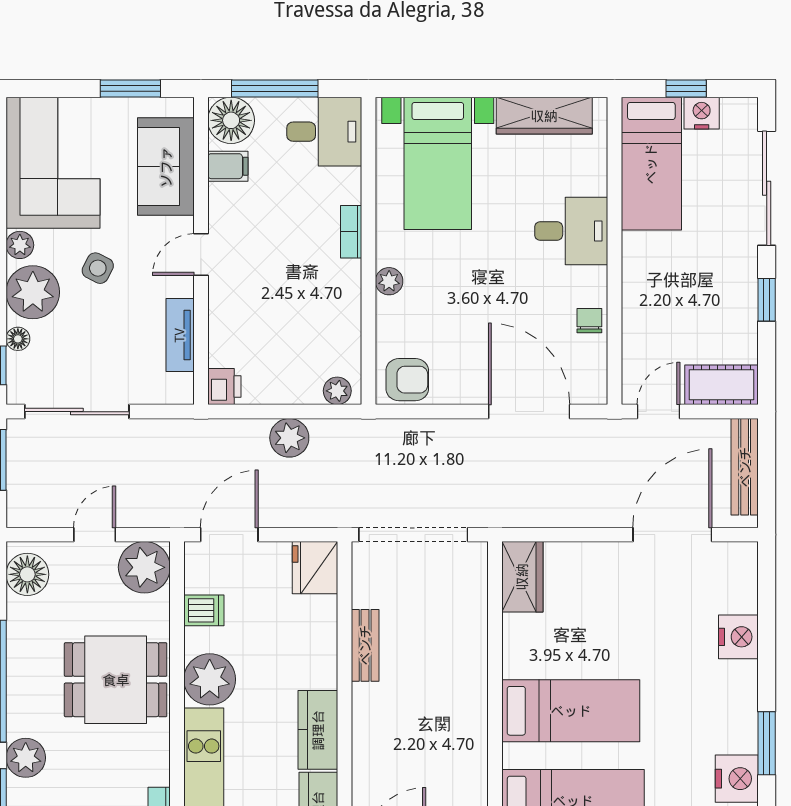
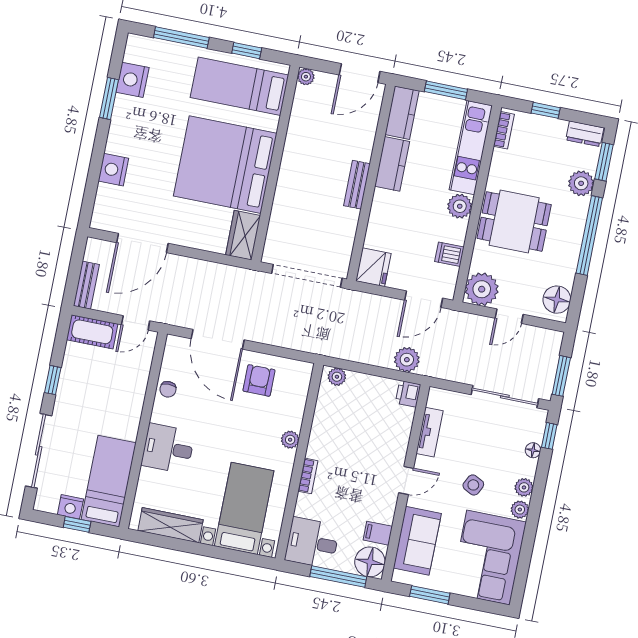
plant: (33, 292) -> (524, 487), width x0.53, depth x0.53
armchair: (407, 380) -> (259, 380), moved, turned 90
plant: (289, 438) -> (407, 360), moved
bench: (745, 467) -> (86, 285), width x0.73
bench: (365, 645) -> (357, 185), moved
plant: (210, 679) -> (460, 206), width x0.73, depth x0.73
bed: (571, 711) -> (225, 165), width x2.04

